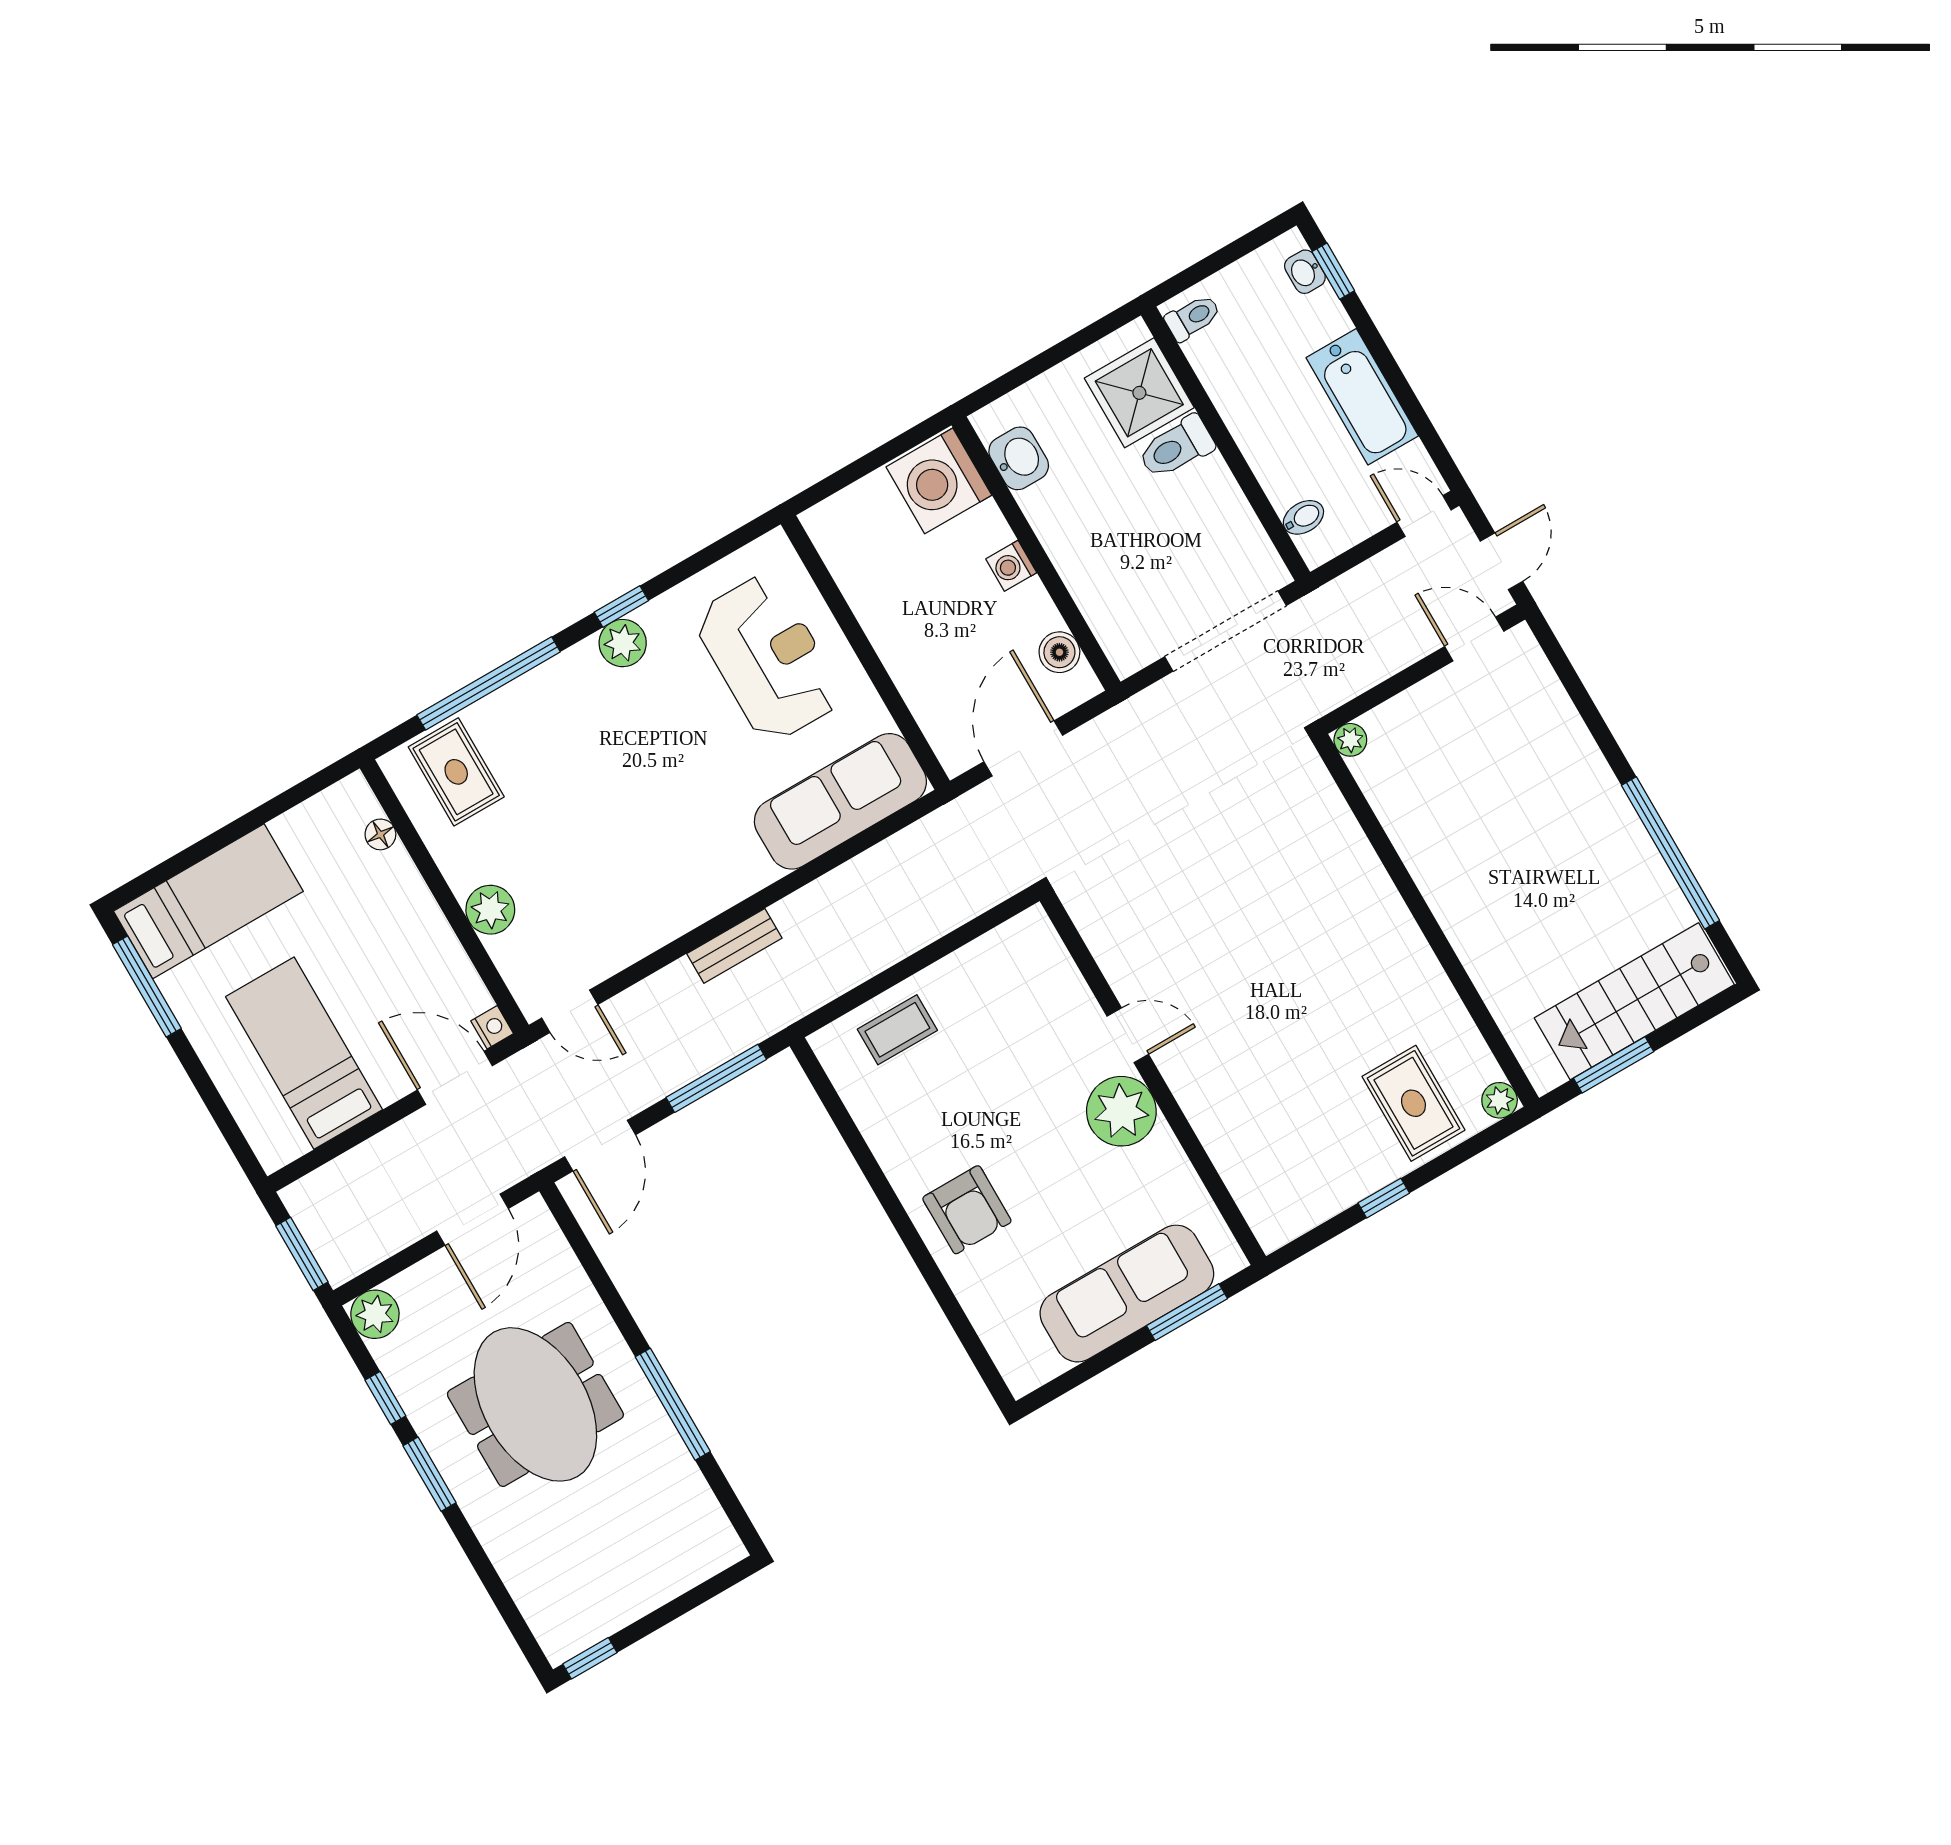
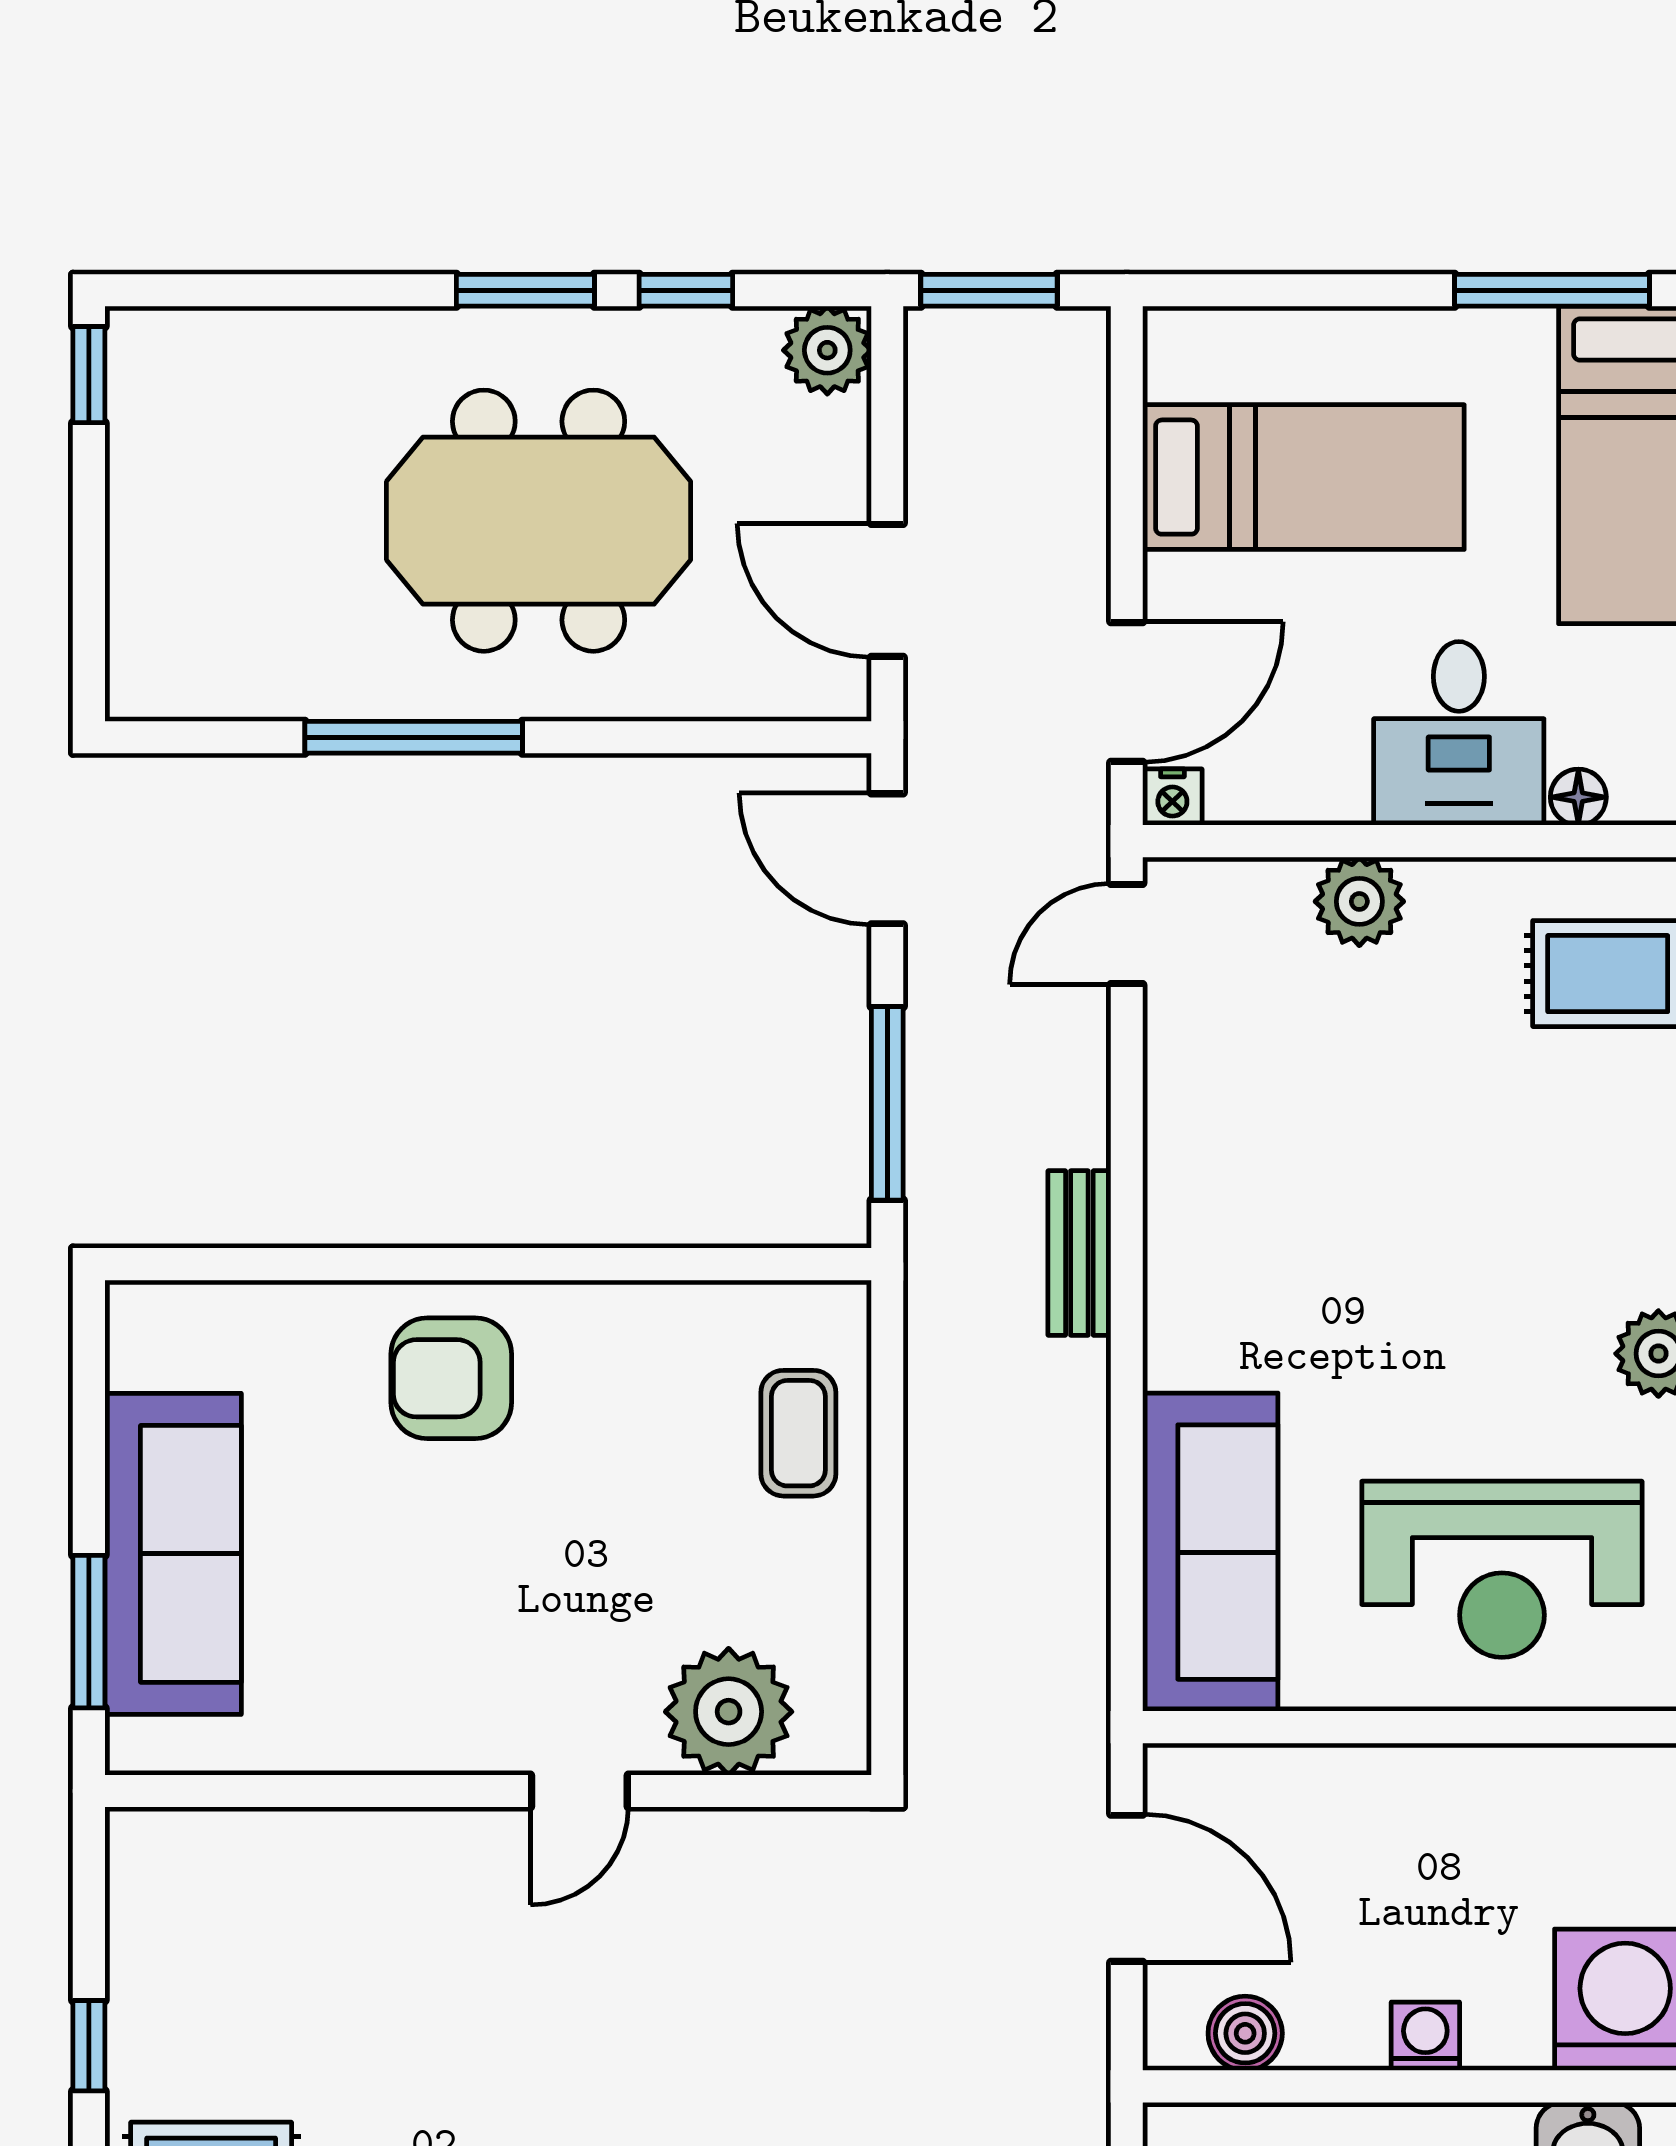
desk: (383, 909) -> (1459, 733), added
plant: (1121, 1111) -> (729, 1712), moved

